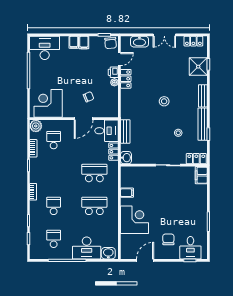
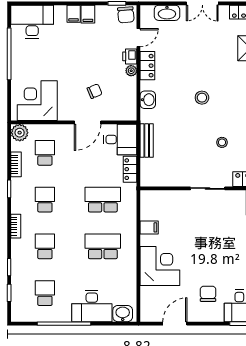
washbasin: (126, 158) -> (148, 100), moved
school desk: (54, 173) -> (45, 200), added

